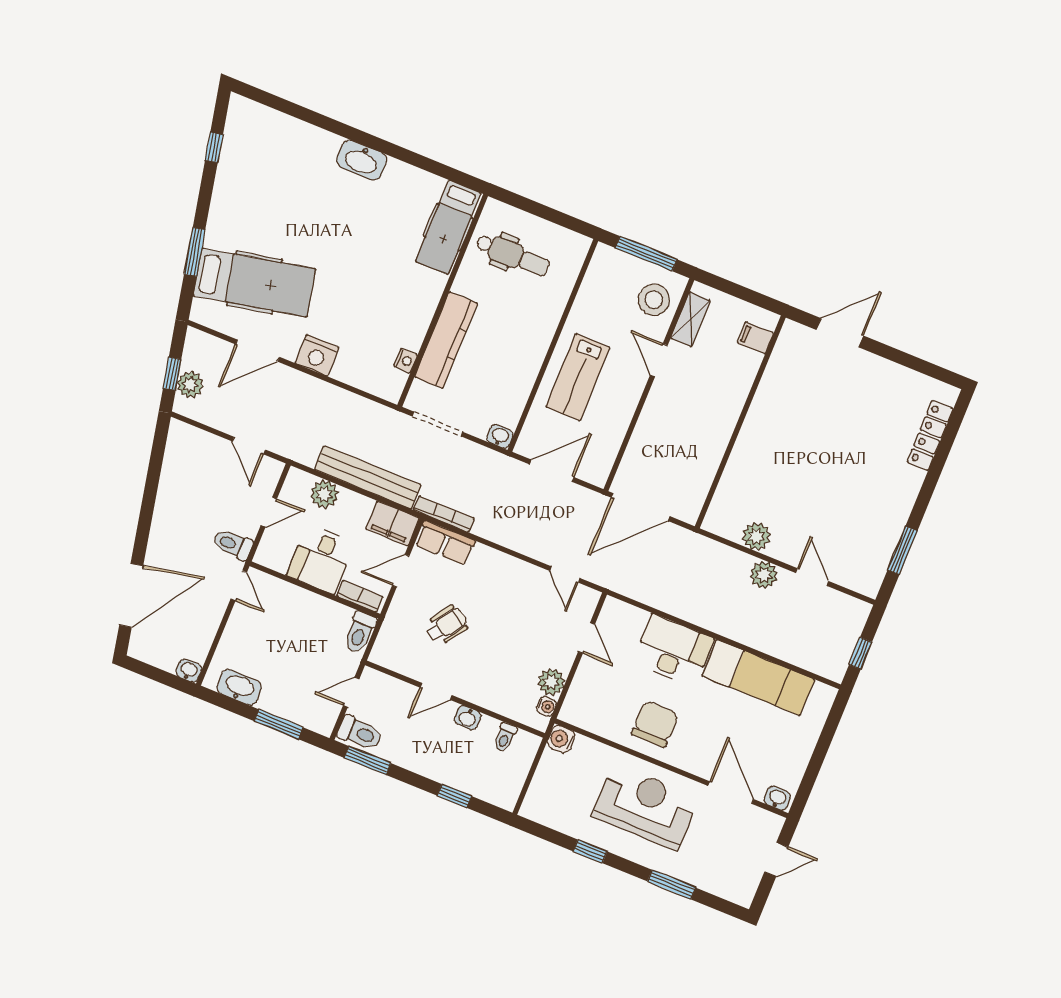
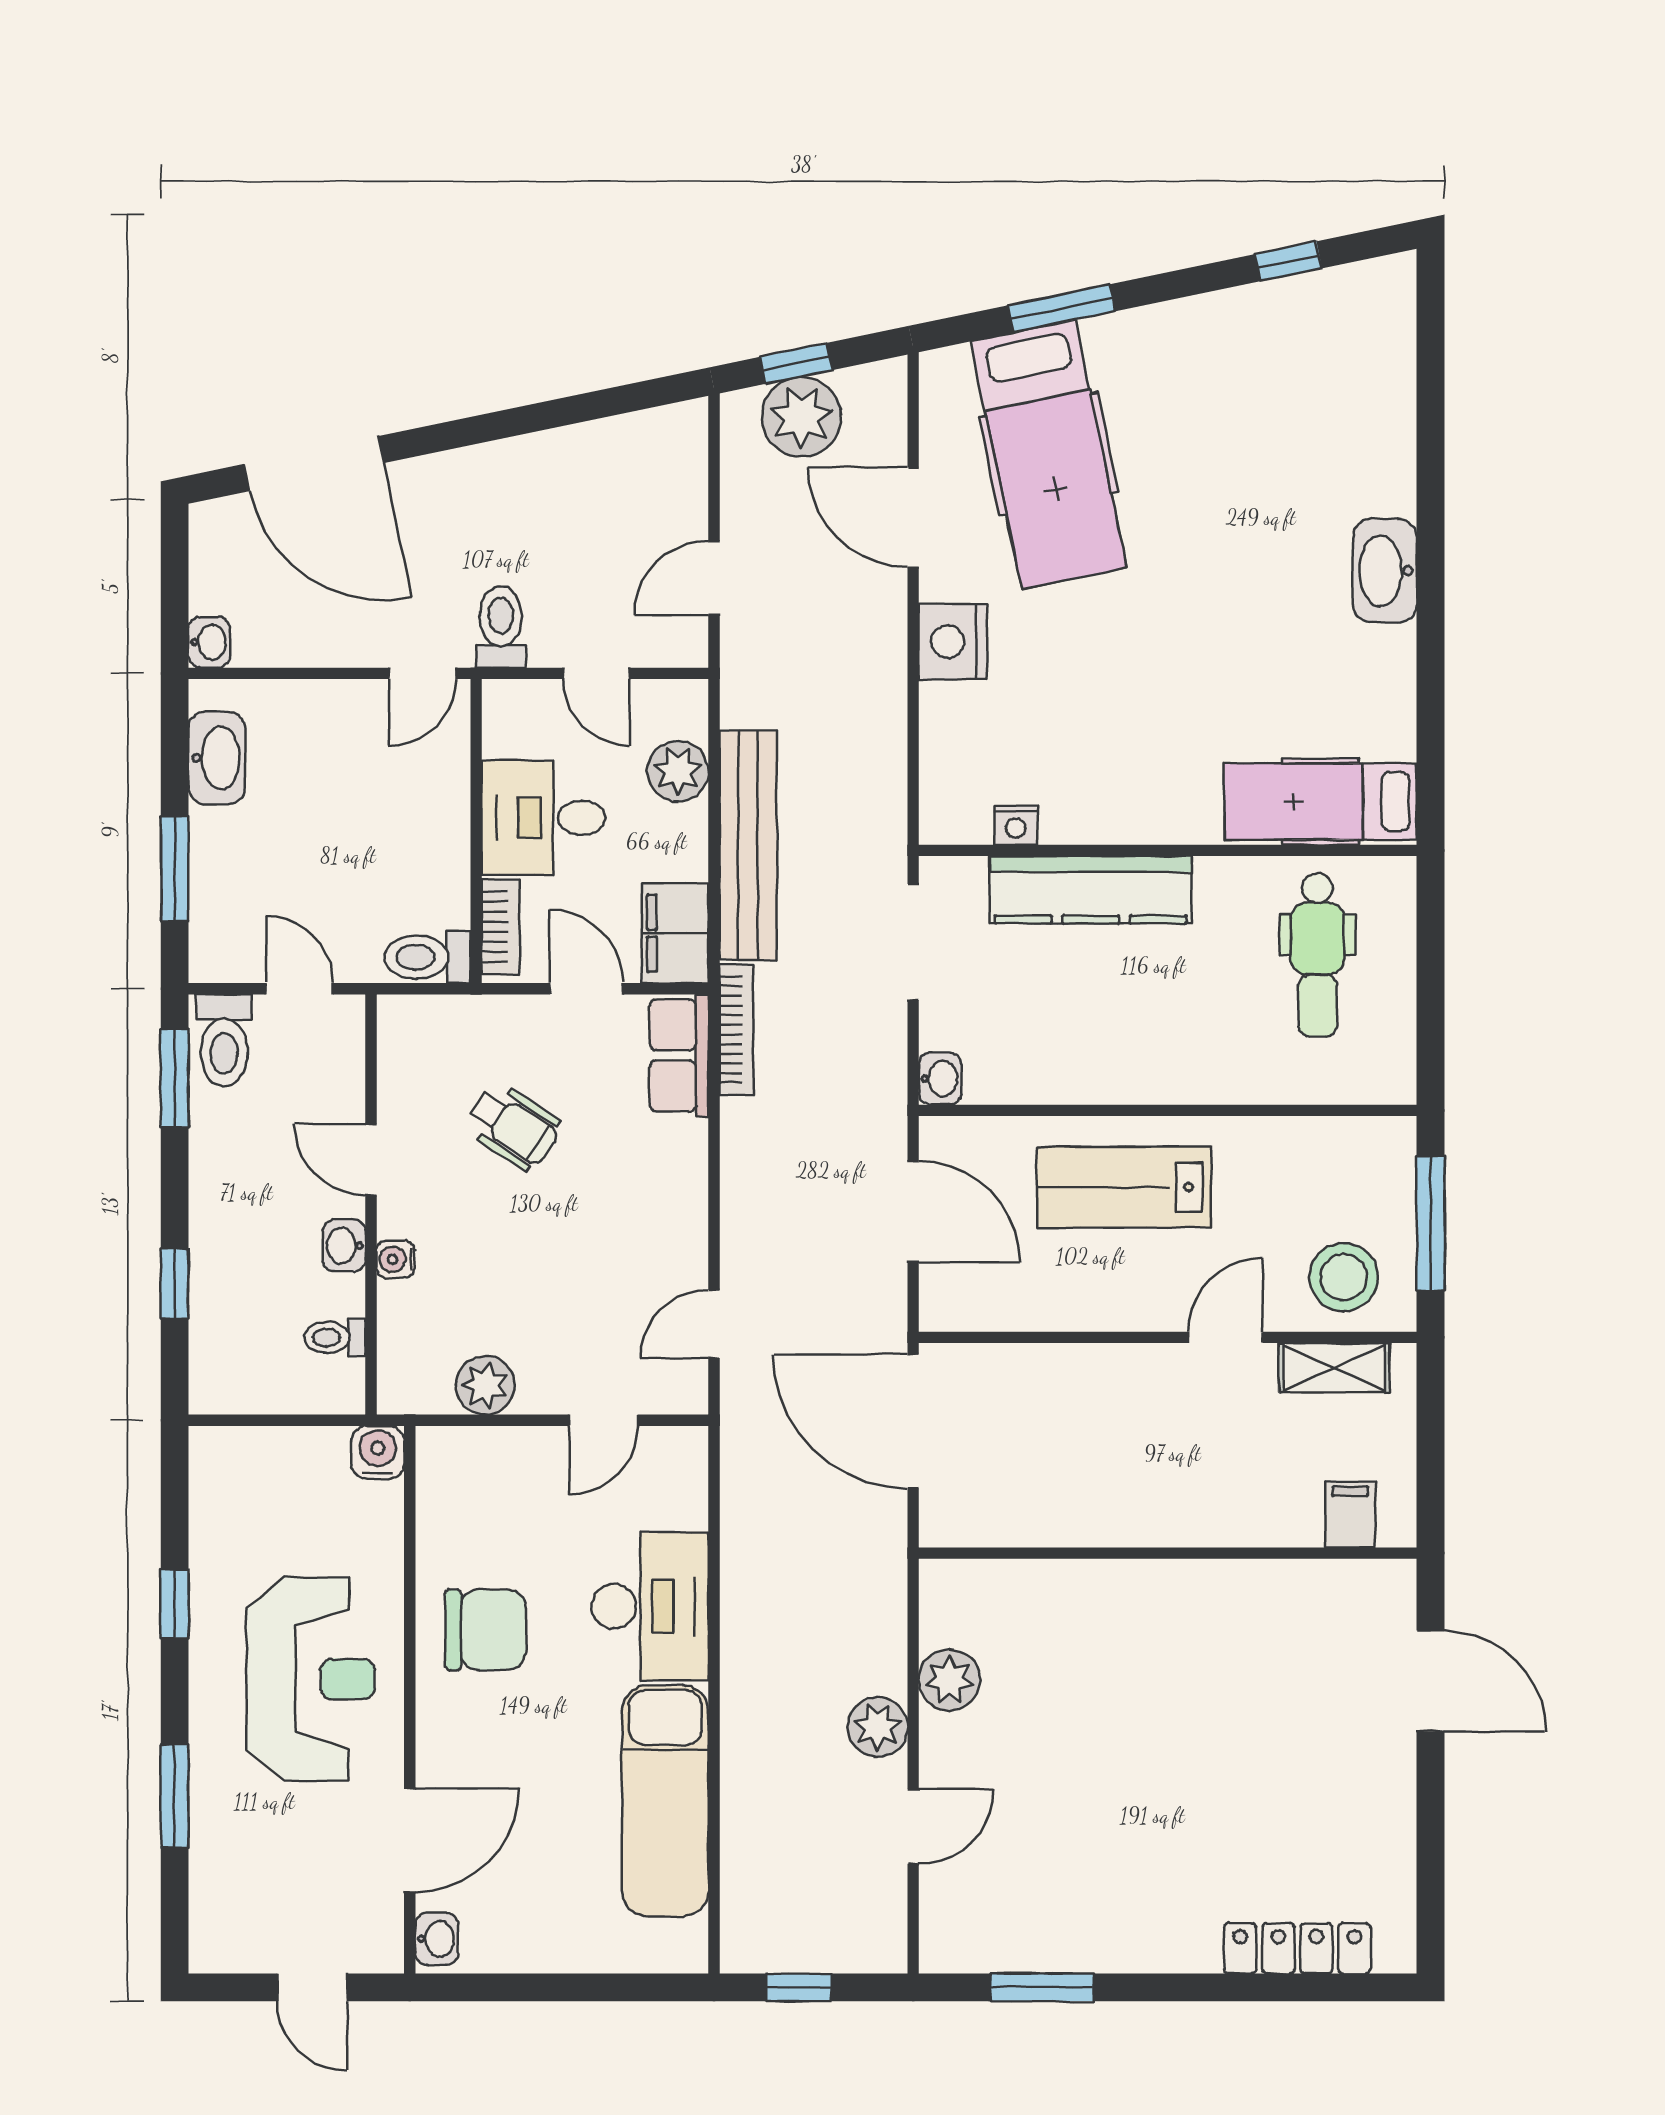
plant: (190, 385) -> (801, 417), width x1.36, depth x1.36
water cooler: (547, 706) -> (396, 1259), moved, turned 90

